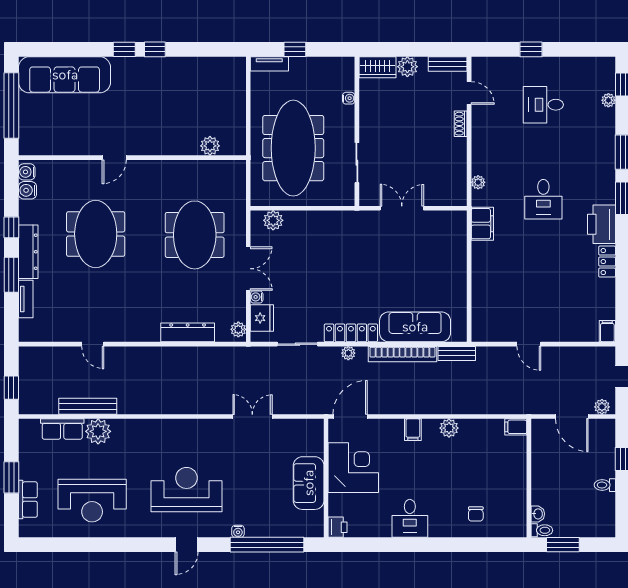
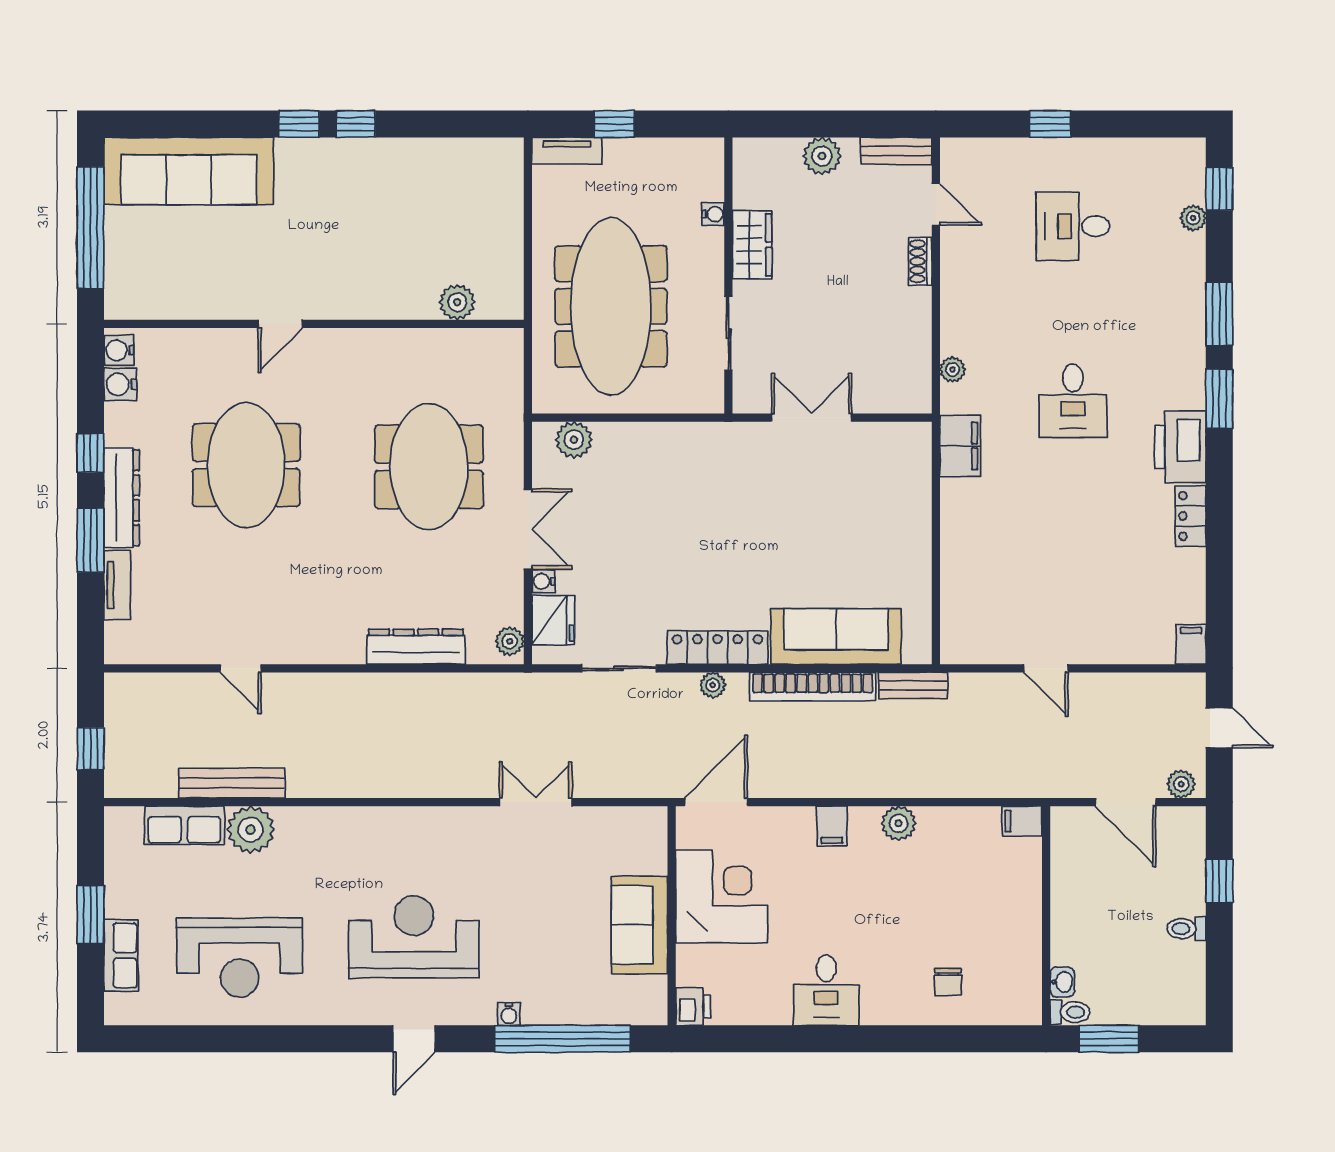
wardrobe: (377, 67) -> (752, 245), moved, turned -90

